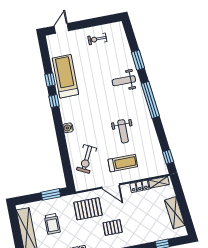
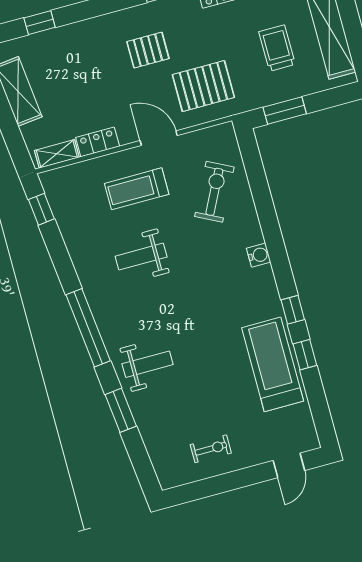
treadmill: (65, 76) -> (273, 364), turned 180
weight bench: (123, 131) -> (141, 257), turned -90

